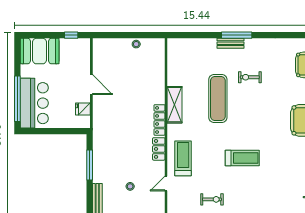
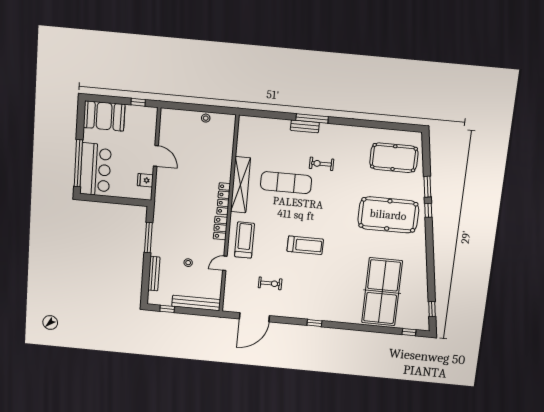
exercise mat: (218, 98) -> (286, 183), turned 90
shelving: (175, 105) -> (240, 185), width x1.47

